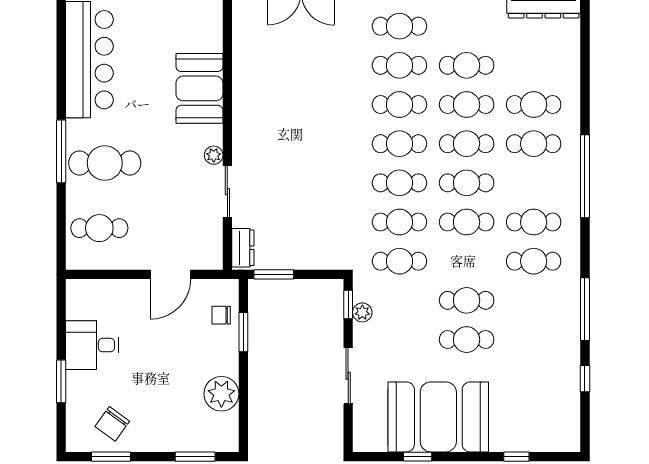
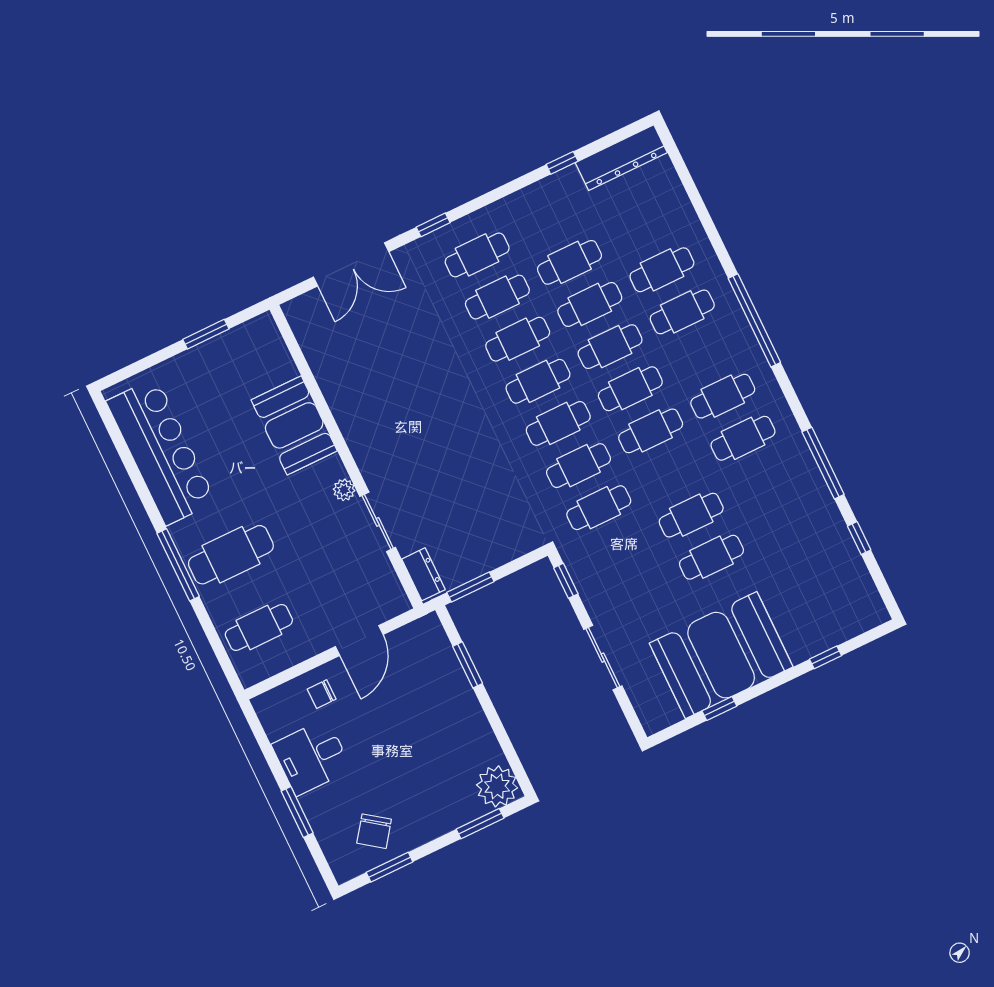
plant: (362, 312) -> (585, 582), removed
chair: (221, 315) -> (322, 694), moved
plant: (221, 394) -> (497, 786), moved

